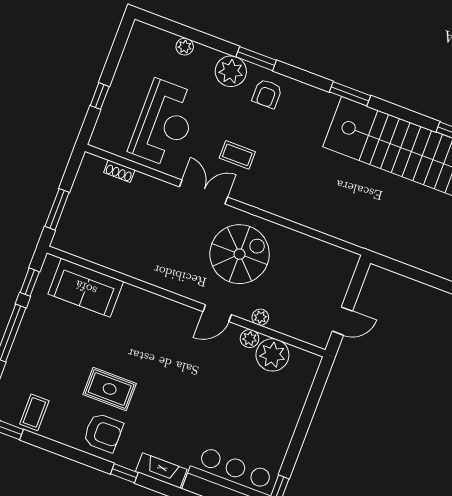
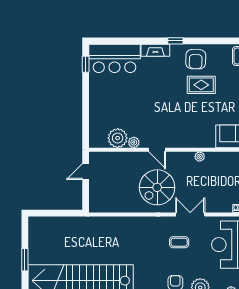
double door: (203, 192) -> (190, 214), swing flipped
door: (217, 313) -> (157, 150), swing flipped
plant: (260, 317) -> (200, 157), moved
armchair: (103, 433) -> (196, 59), turned -88

